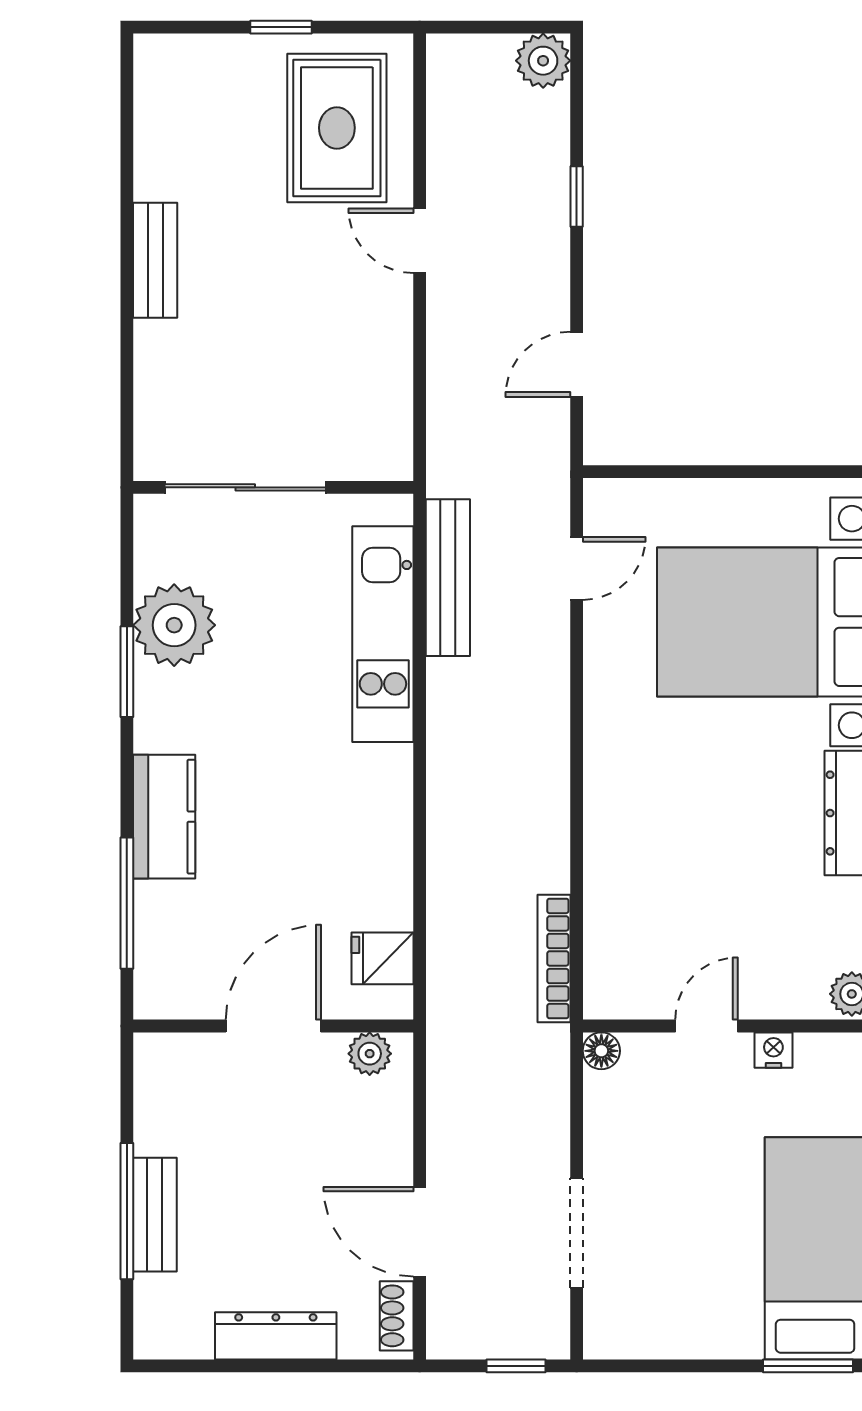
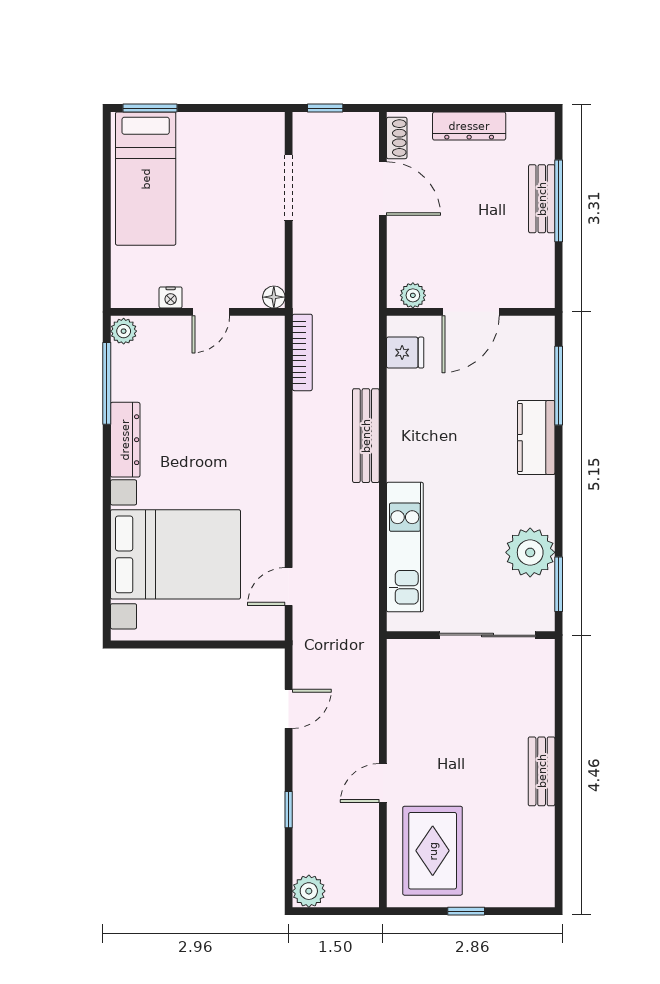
door: (420, 241) -> (383, 783), swing flipped
bench: (448, 578) -> (366, 436), moved
window: (127, 672) -> (559, 584), moved

